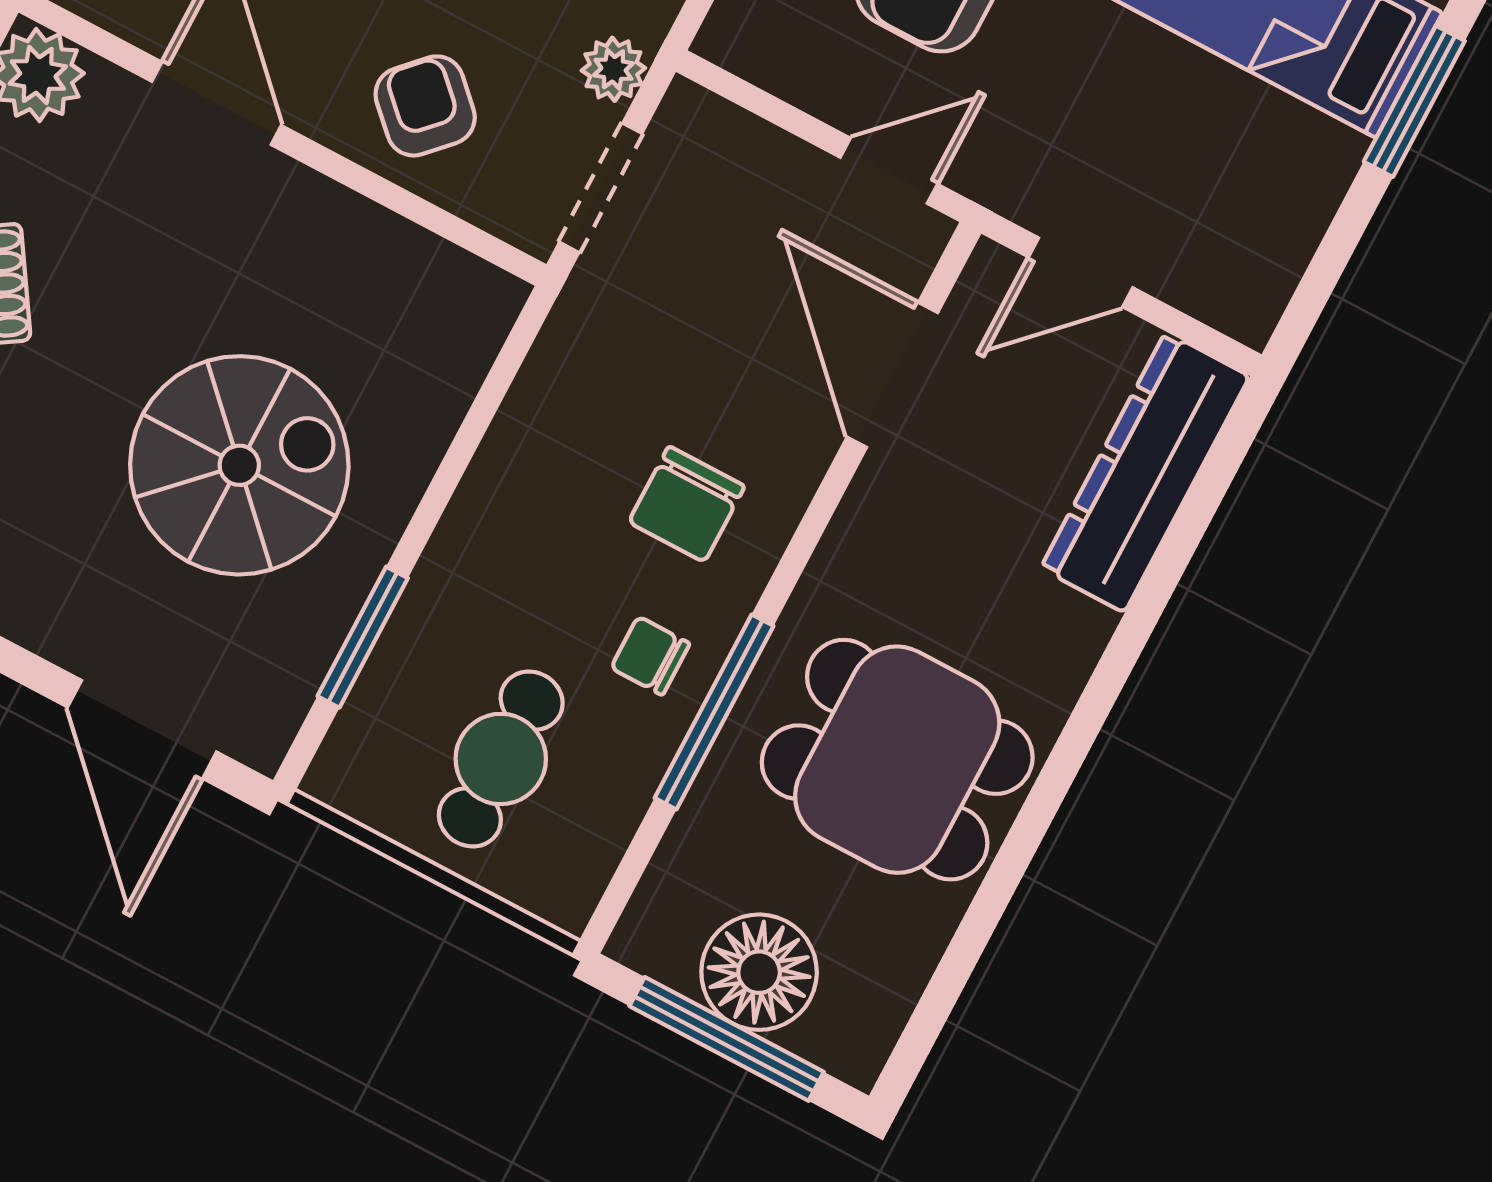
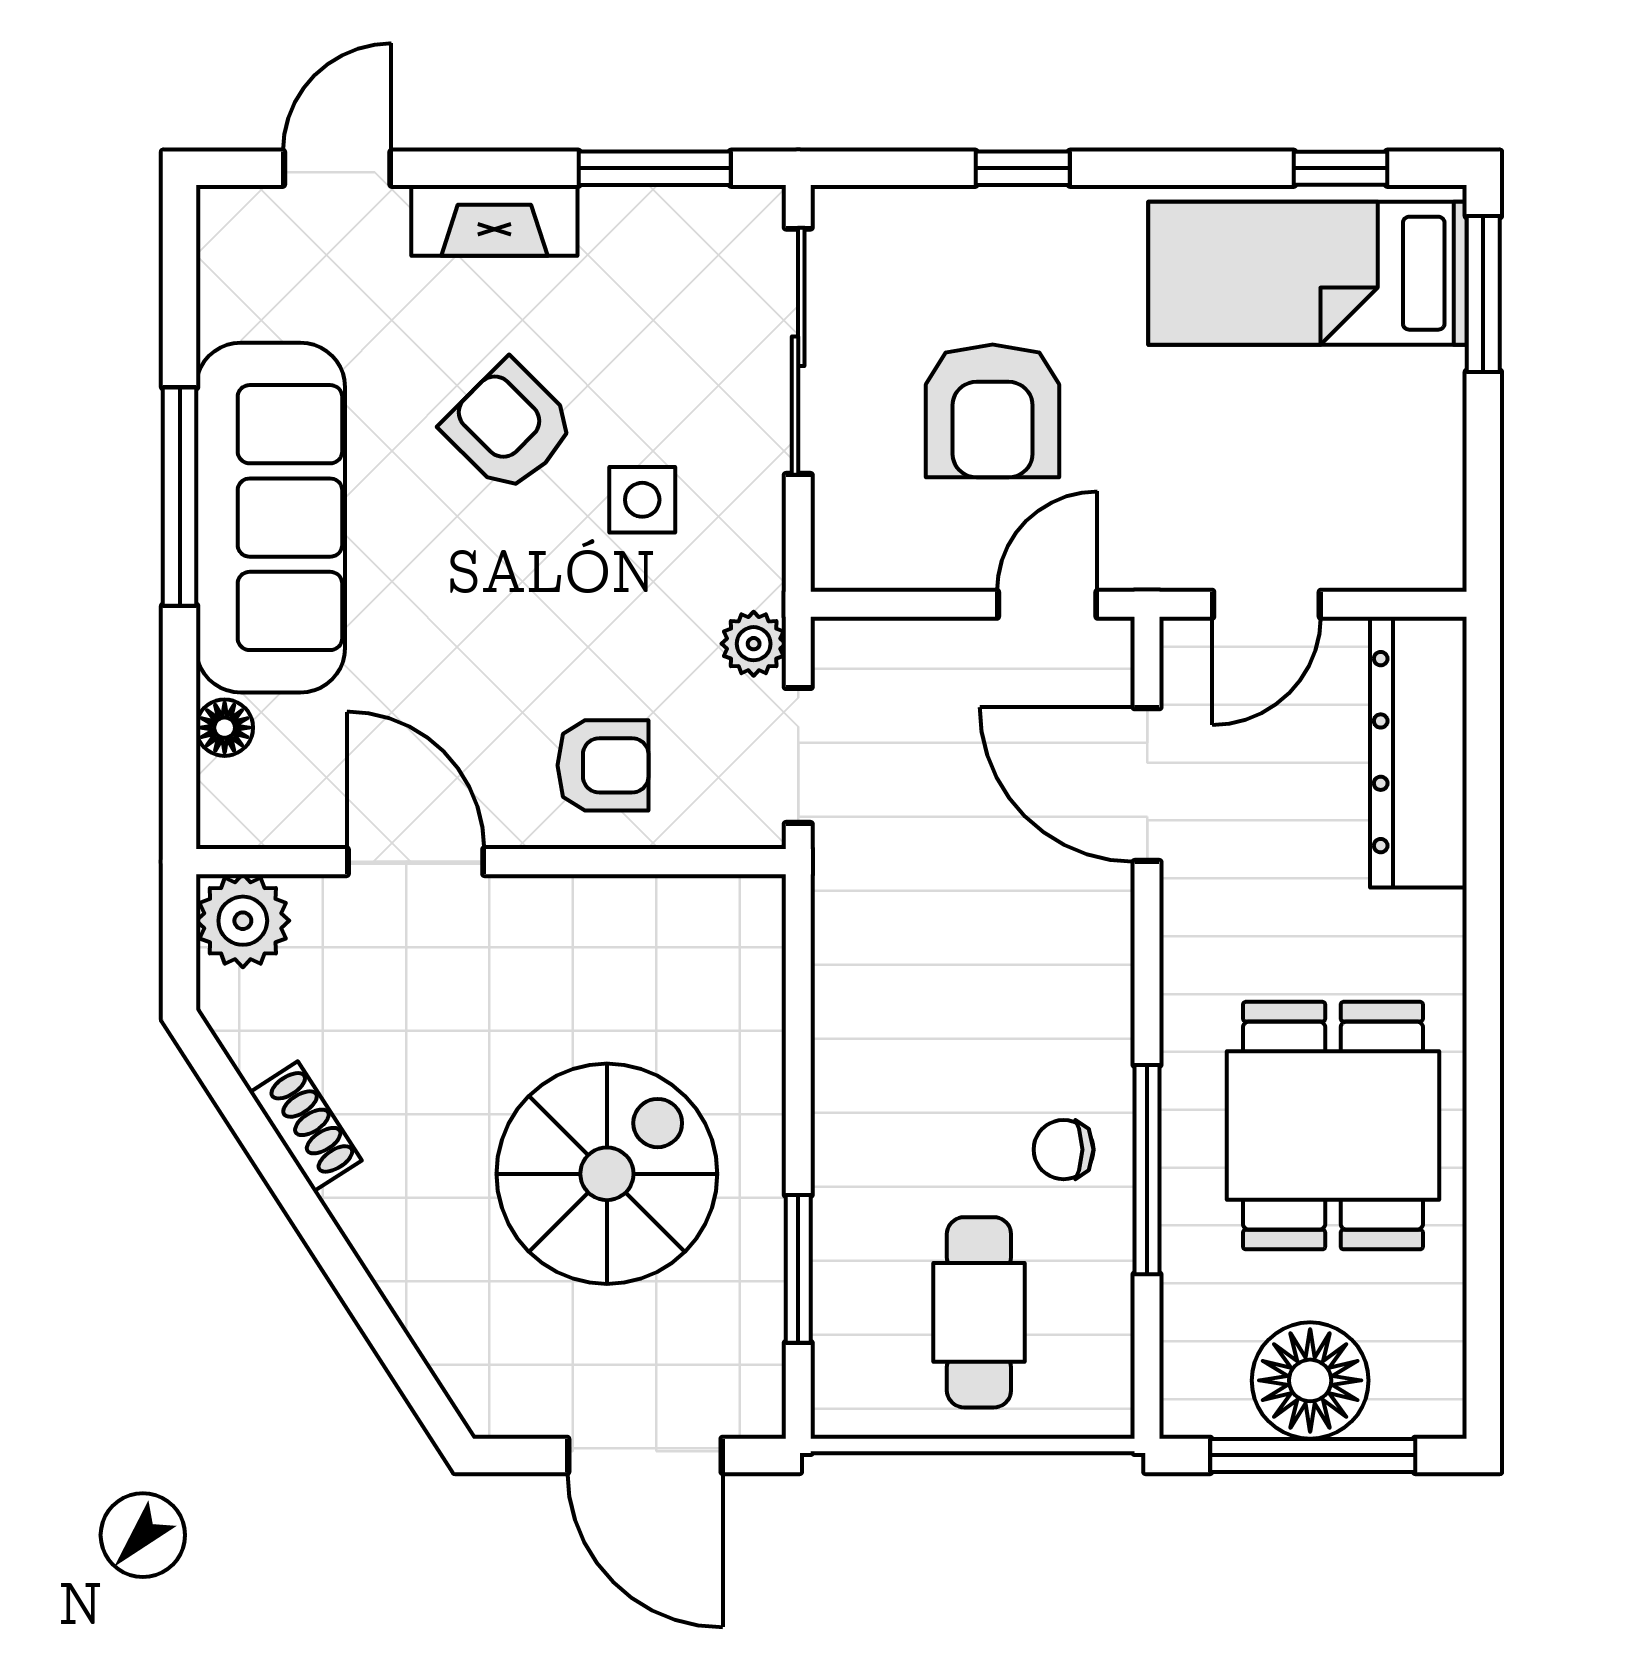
armchair: (425, 106) -> (603, 765), turned 136
chair: (687, 504) -> (1024, 997), removed
dining table: (897, 760) -> (1333, 1126), turned 90

